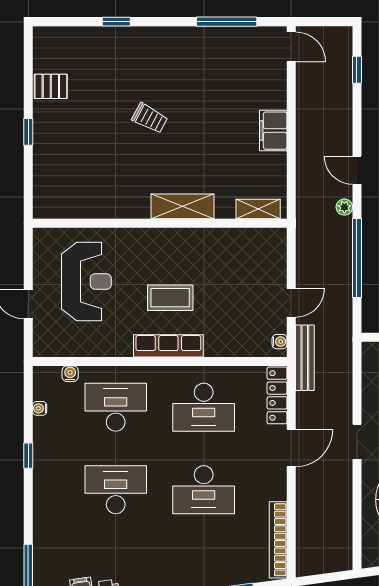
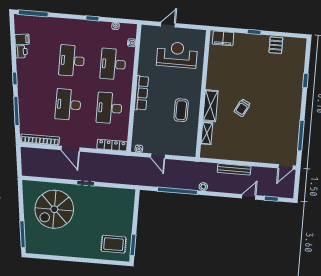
trolley: (150, 118) -> (242, 108), moved
filing cabinet: (273, 131) -> (223, 38), moved, turned 180
door: (357, 170) -> (249, 197), moved
shelving: (258, 209) -> (207, 133), moved
reception desk: (86, 282) -> (177, 55), turned 180
coffee table: (170, 298) -> (181, 110), moved
bench: (305, 358) -> (234, 169), moved
desk: (116, 407) -> (113, 64), turned 180
door: (291, 448) -> (70, 149), moved
desk: (116, 490) -> (72, 61), turned 180

